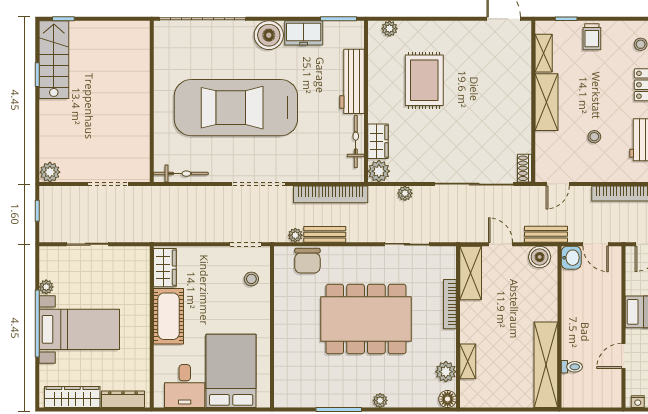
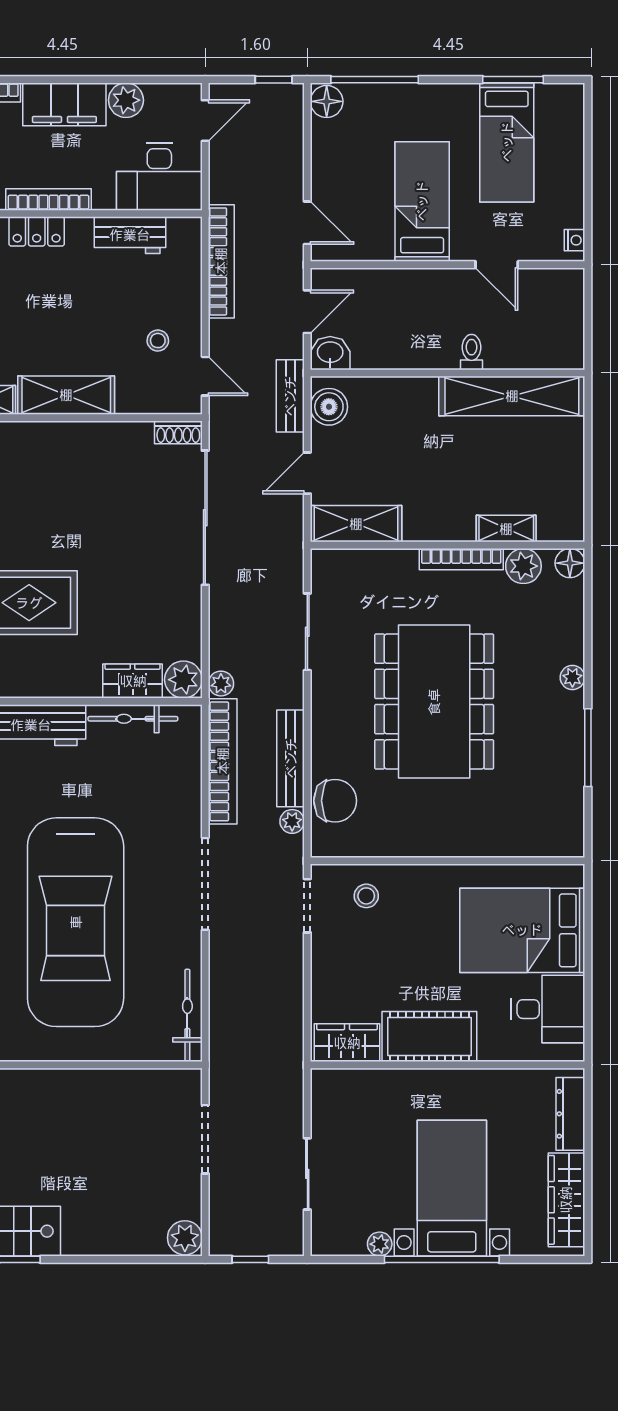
stool: (594, 137) -> (158, 341), moved
plant: (405, 193) -> (221, 684), moved
bench: (325, 234) -> (291, 758), width x1.36
bookcase: (450, 304) -> (461, 559), moved
toilet: (572, 367) -> (472, 352), moved

